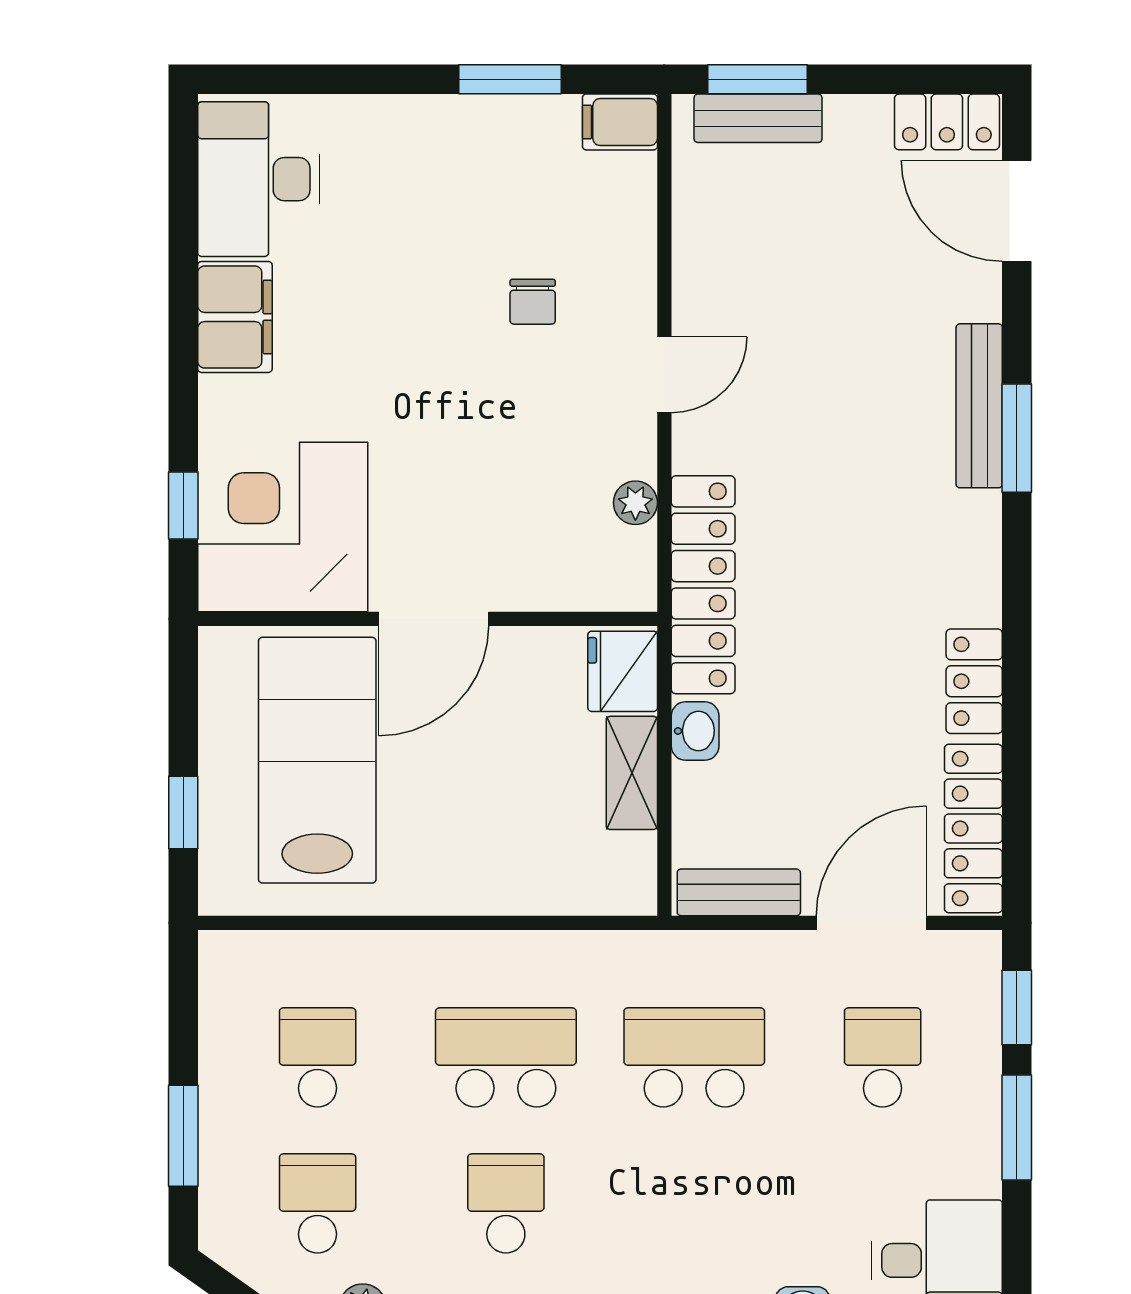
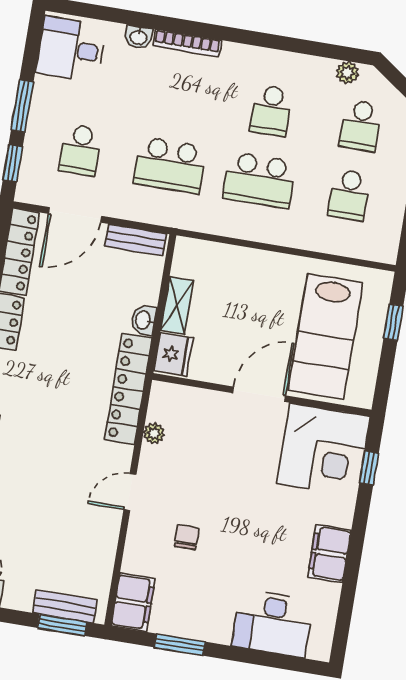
filing cabinet: (620, 122) -> (133, 602), width x2.00
desk: (259, 179) -> (273, 623), moved, turned 90

